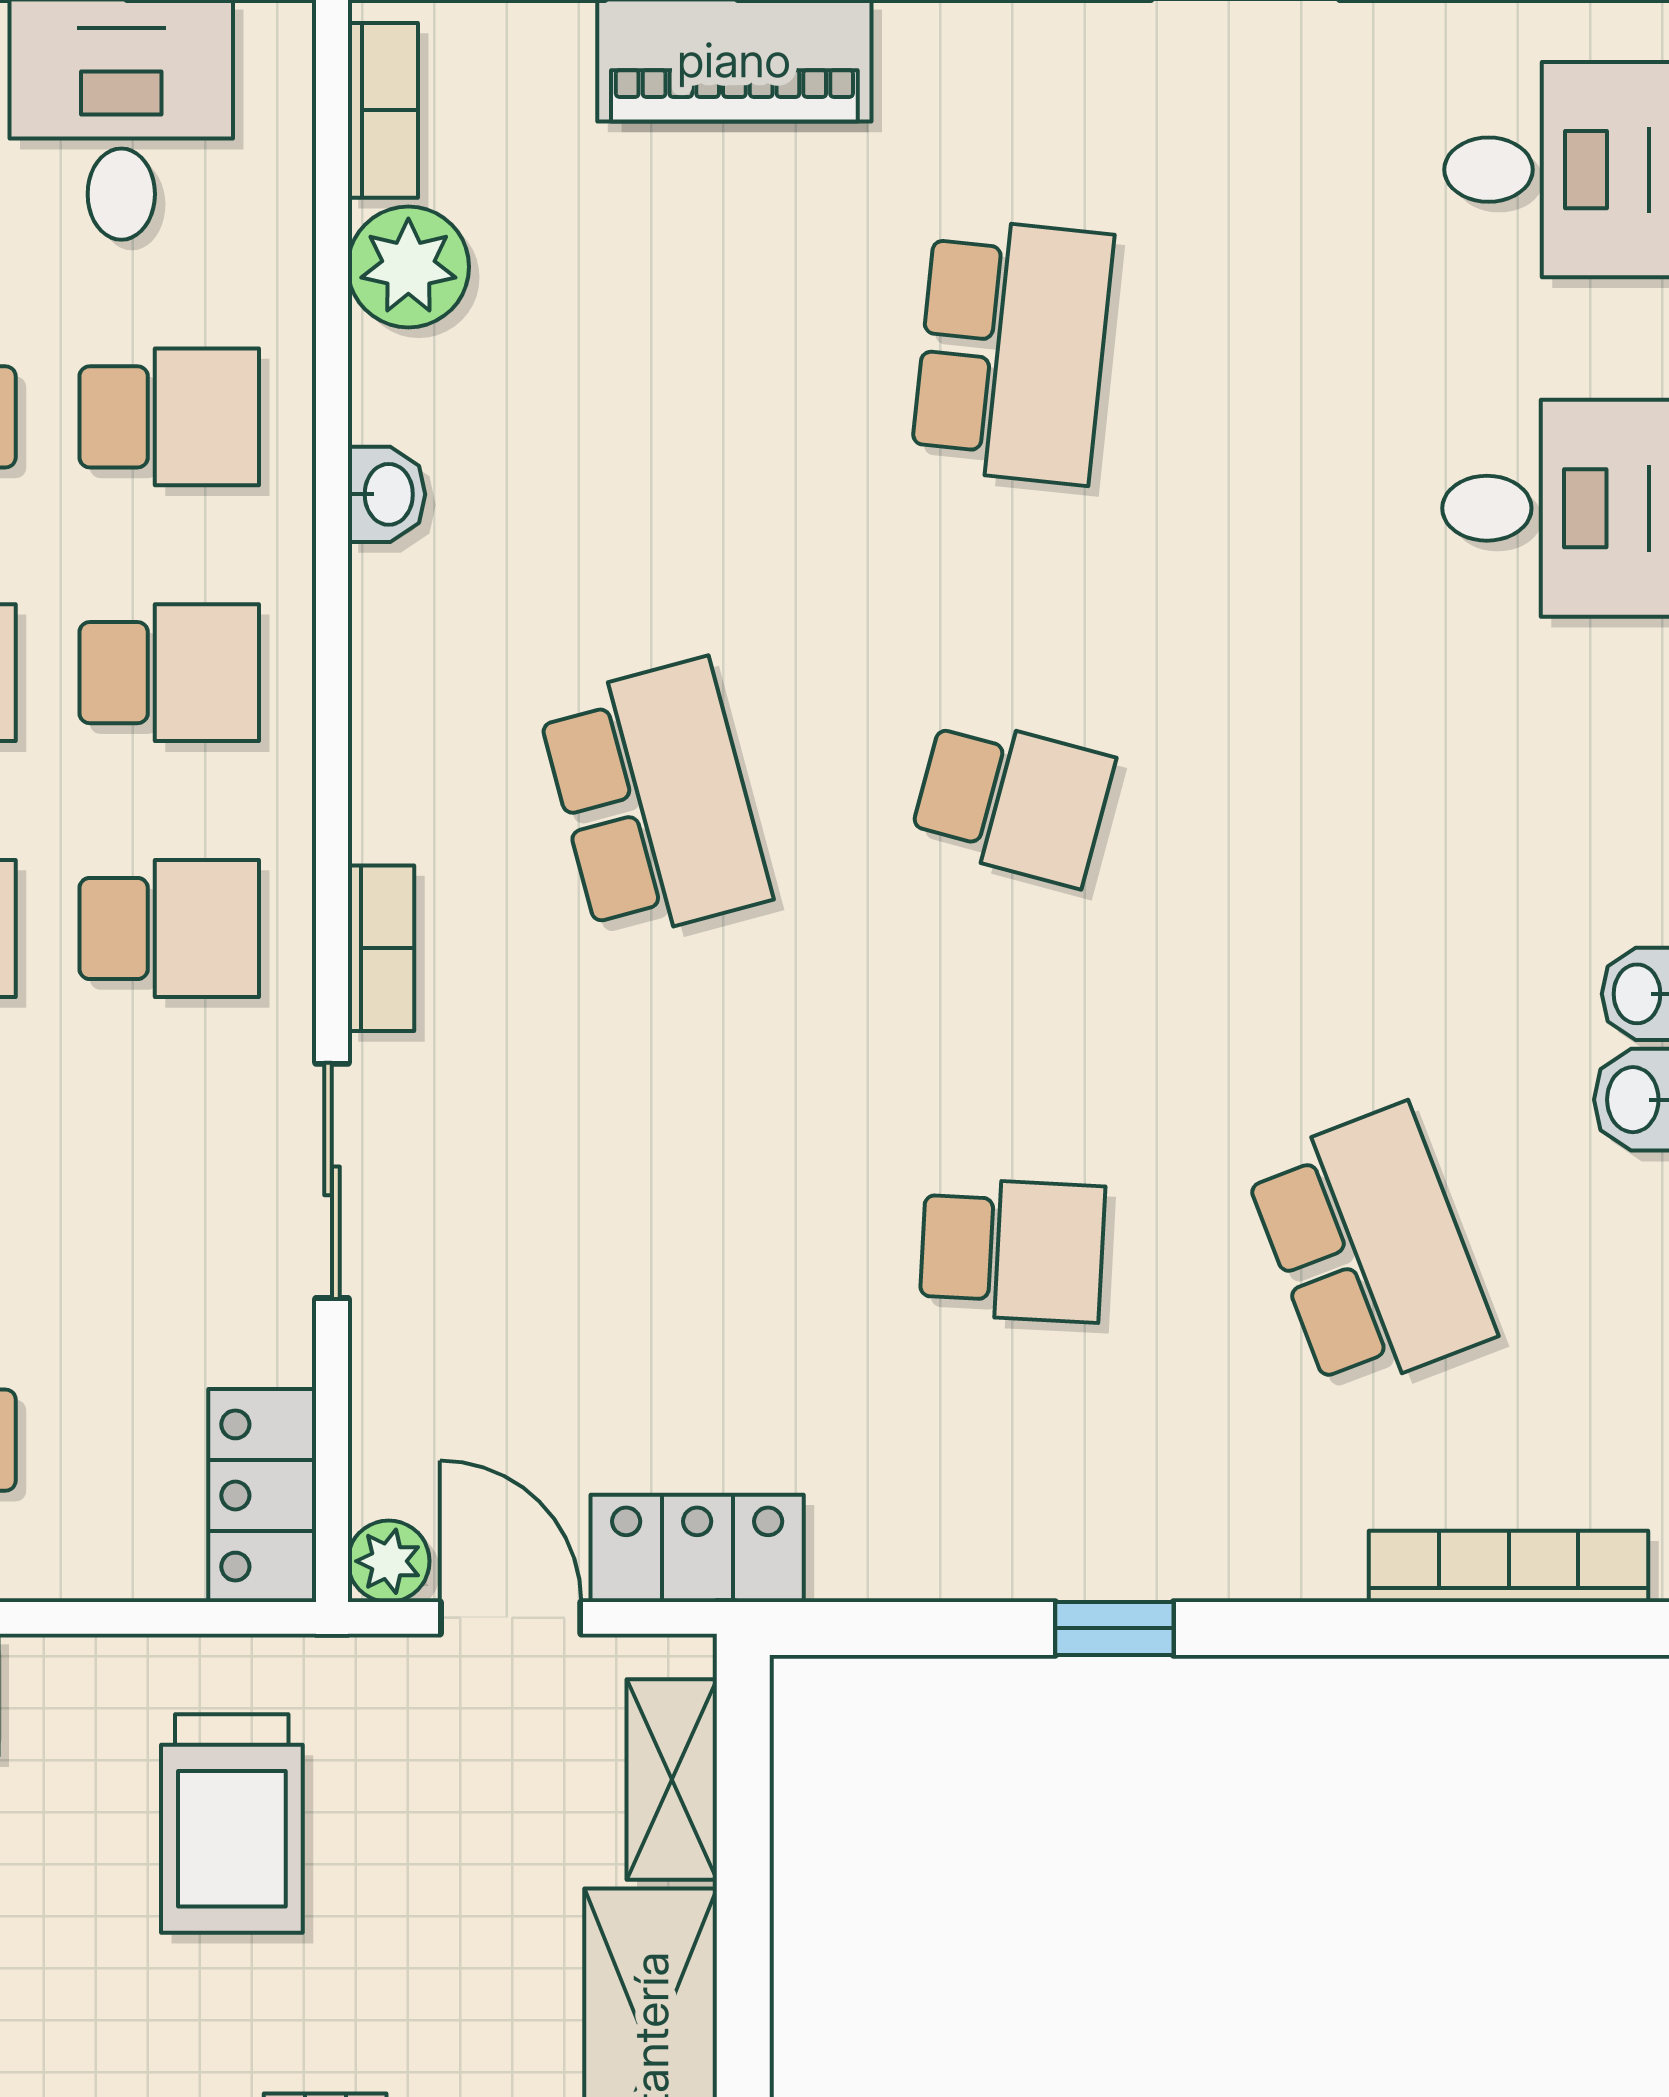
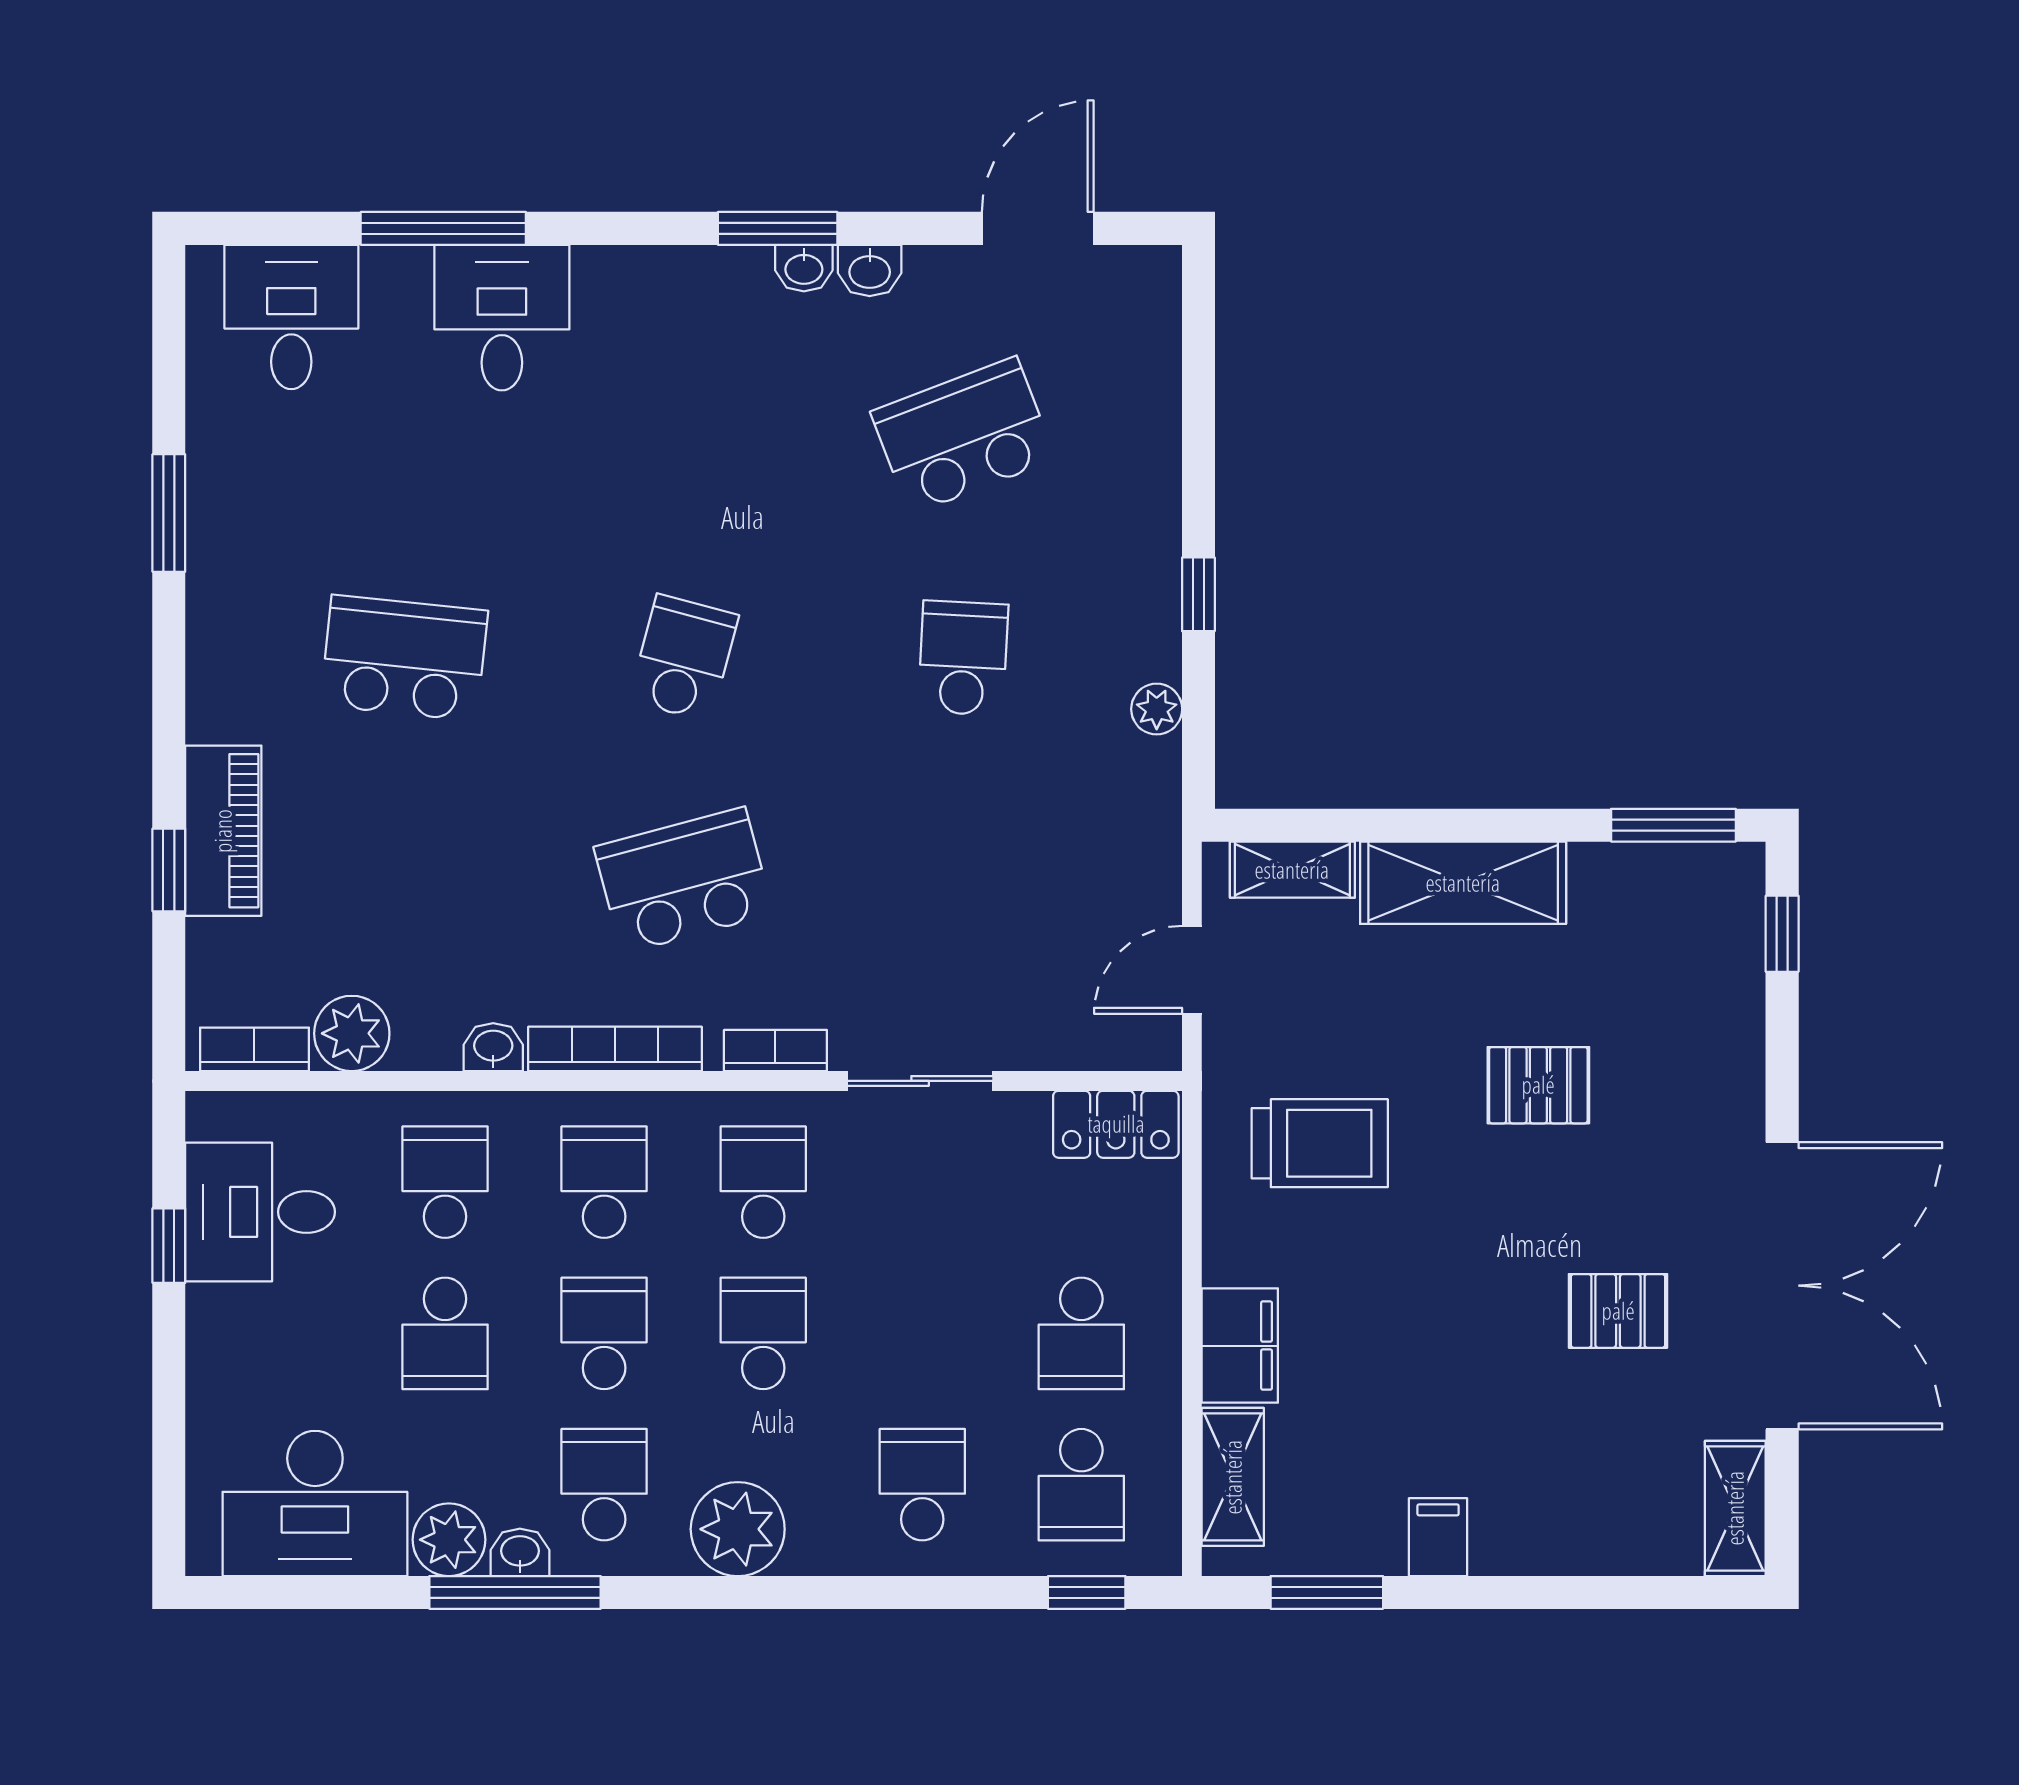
locker: (697, 1548) -> (1149, 854), removed
plant: (389, 1561) -> (1157, 709), moved
bookcase: (1509, 1566) -> (615, 1049), moved, turned 90

